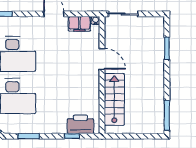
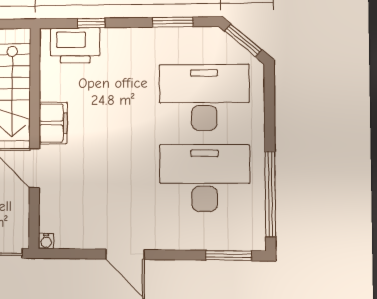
filing cabinet: (79, 24) -> (53, 123), moved, turned 90

